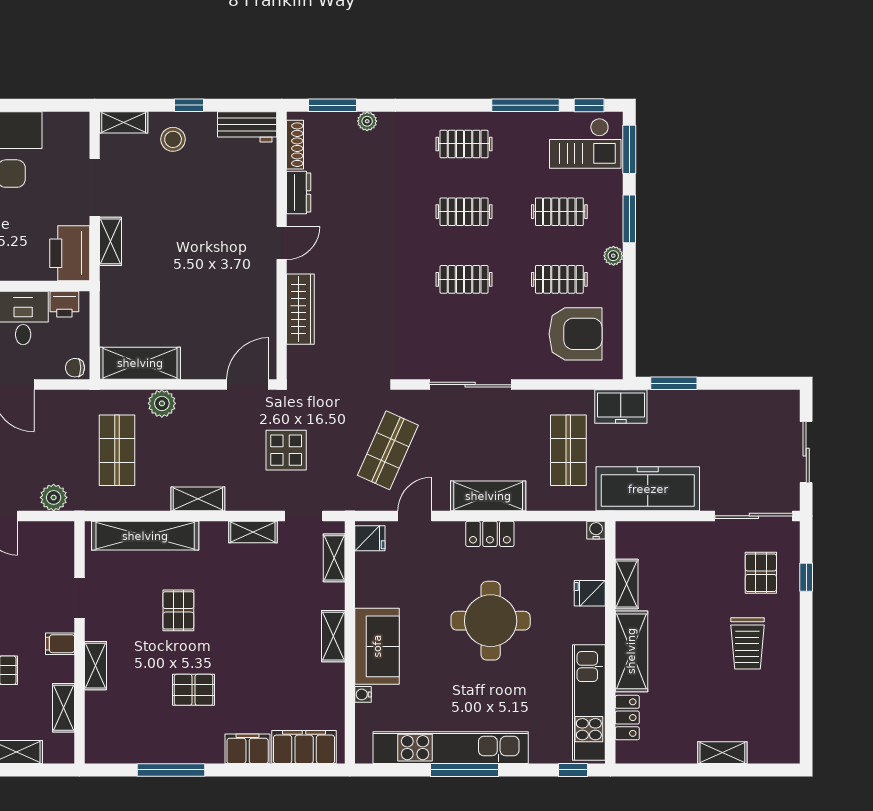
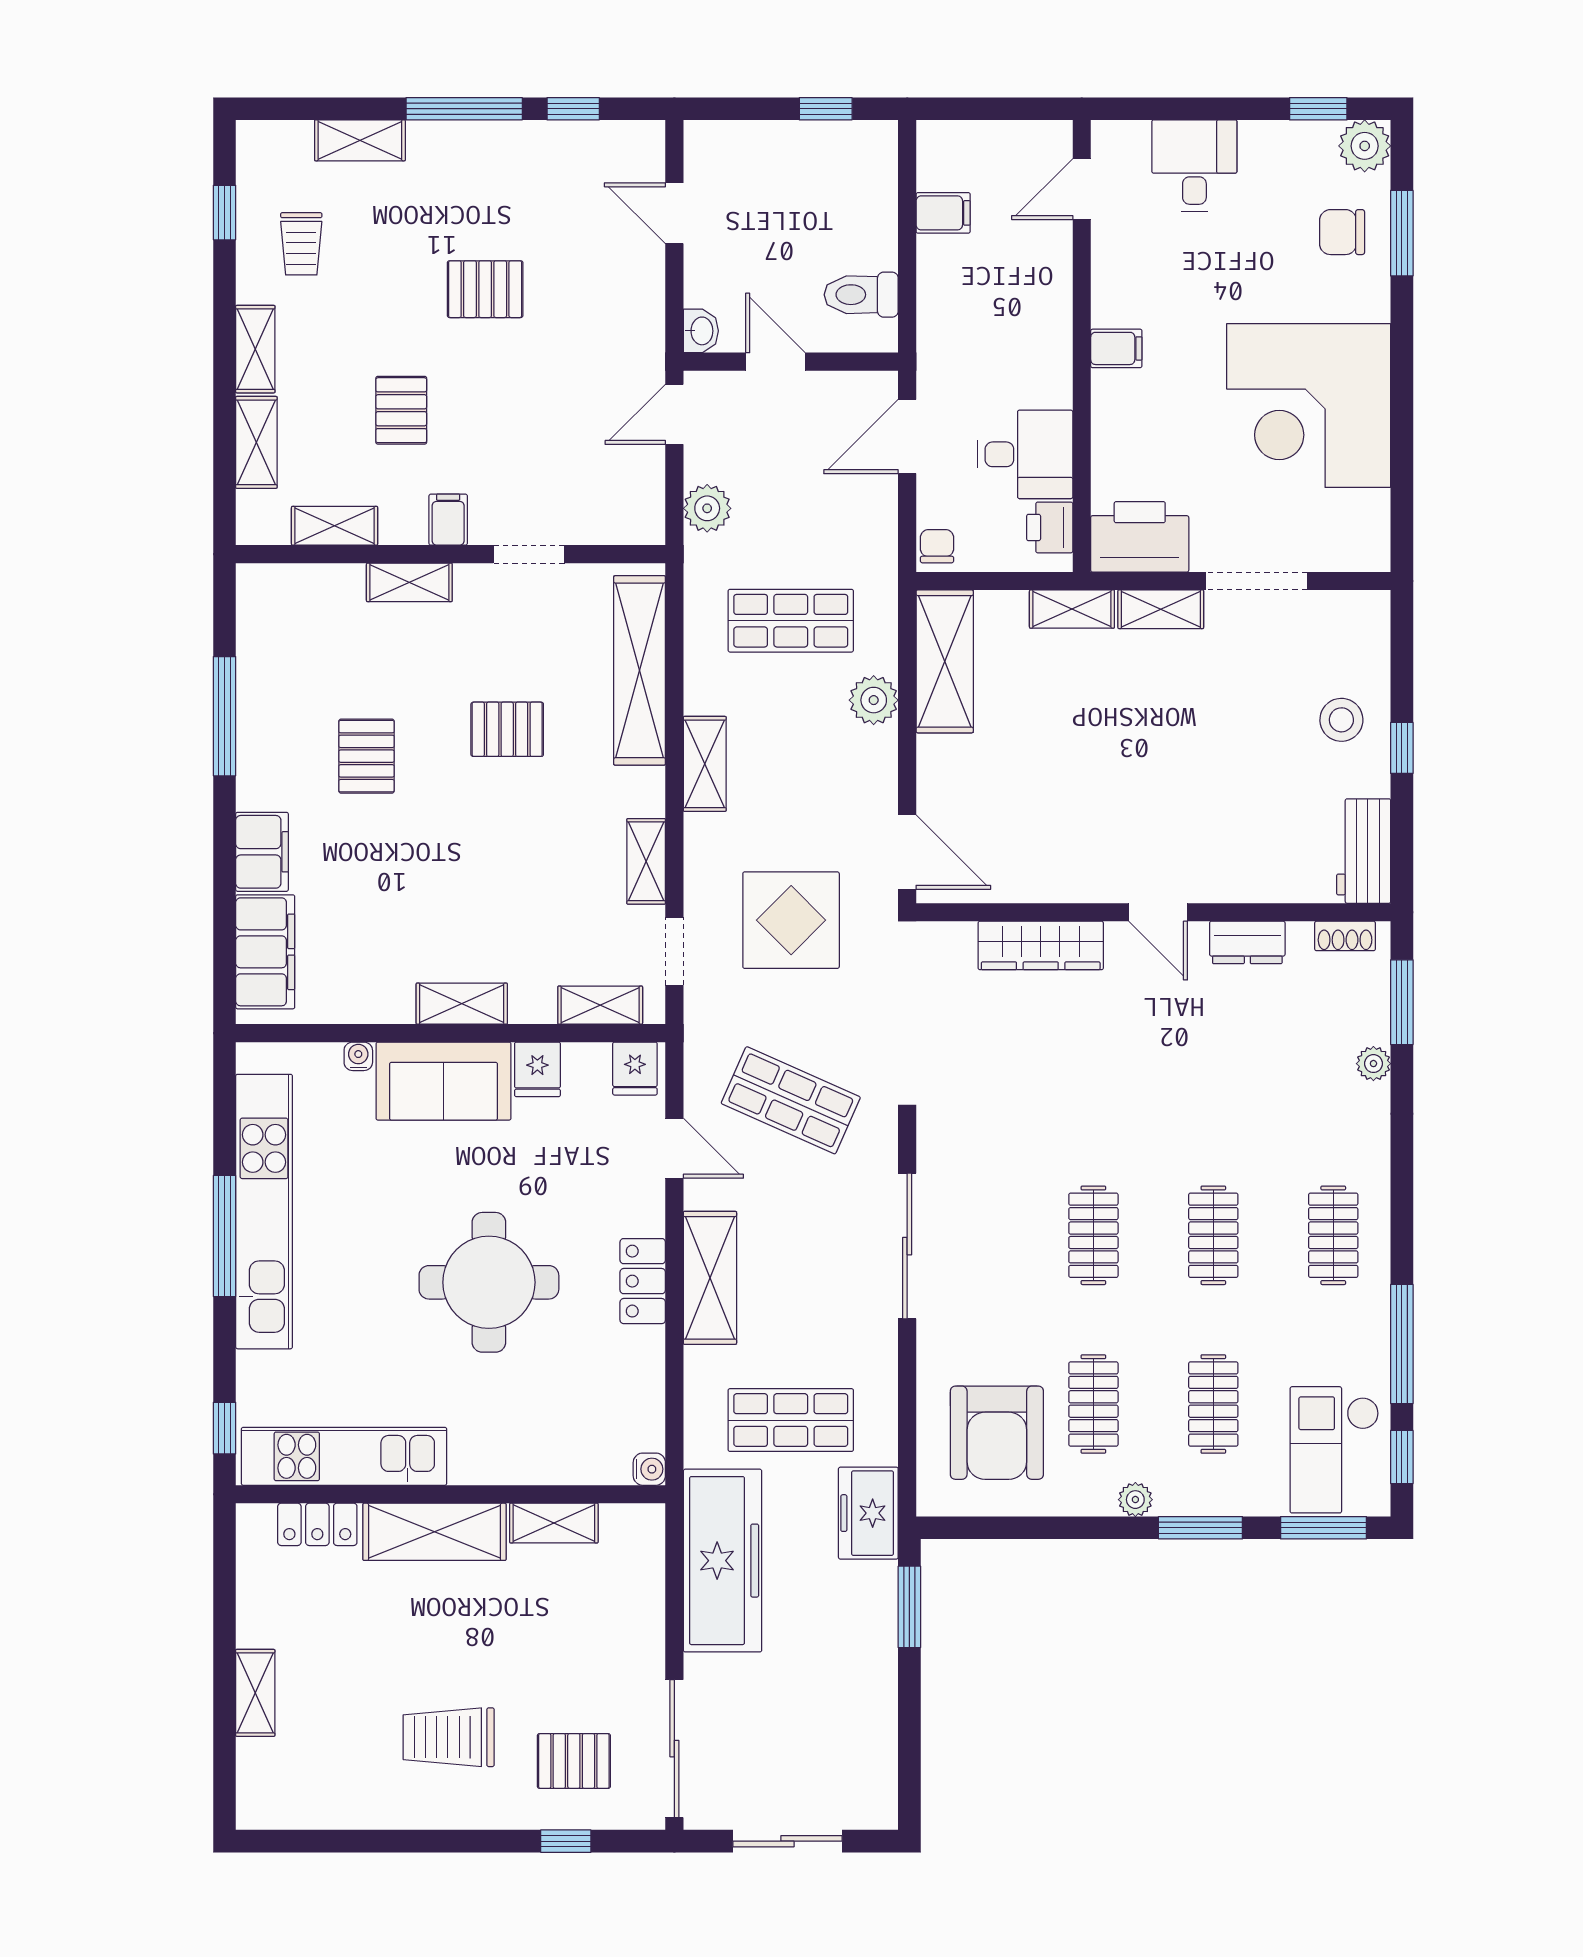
shelving: (124, 122) -> (1072, 609), moved, turned 90
shoe rack: (295, 145) -> (1345, 936), width x0.70
display table: (286, 450) -> (791, 920), width x1.36, depth x1.36
fridge: (590, 593) -> (537, 1069), moved, turned 180

